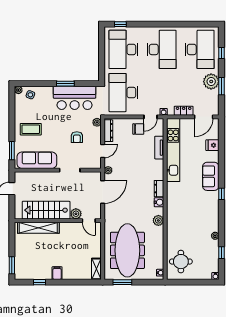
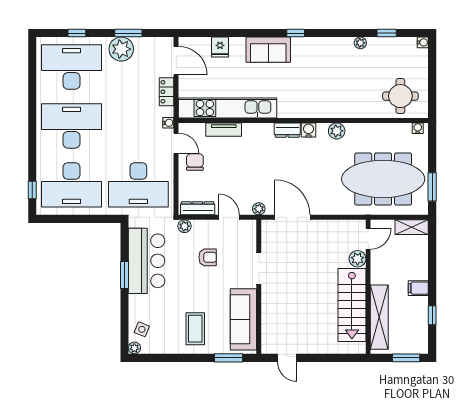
stairs: (46, 210) -> (352, 305), moved
plant: (76, 214) -> (358, 259), moved
wall: (58, 221) -> (368, 287), moved
door: (89, 221) -> (368, 239), moved
shelving: (38, 228) -> (379, 317), moved

